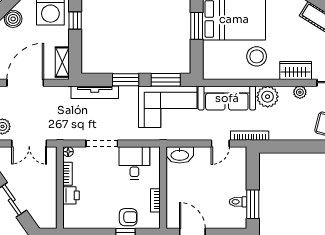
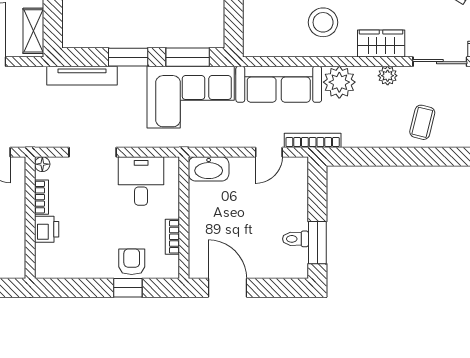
armchair: (128, 217) -> (132, 262), turned -90

